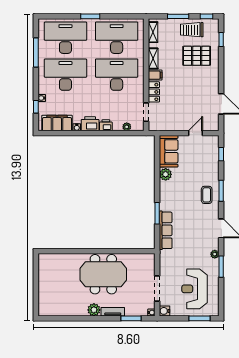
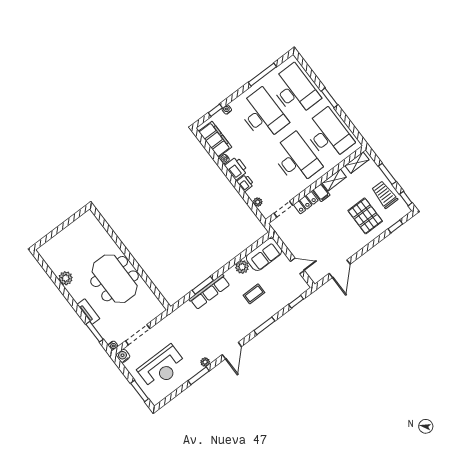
coffee table: (207, 195) -> (254, 294), moved
row of seats: (166, 230) -> (209, 292), moved
reception desk: (195, 289) -> (162, 367), turned 180
plant: (94, 310) -> (66, 278), moved

